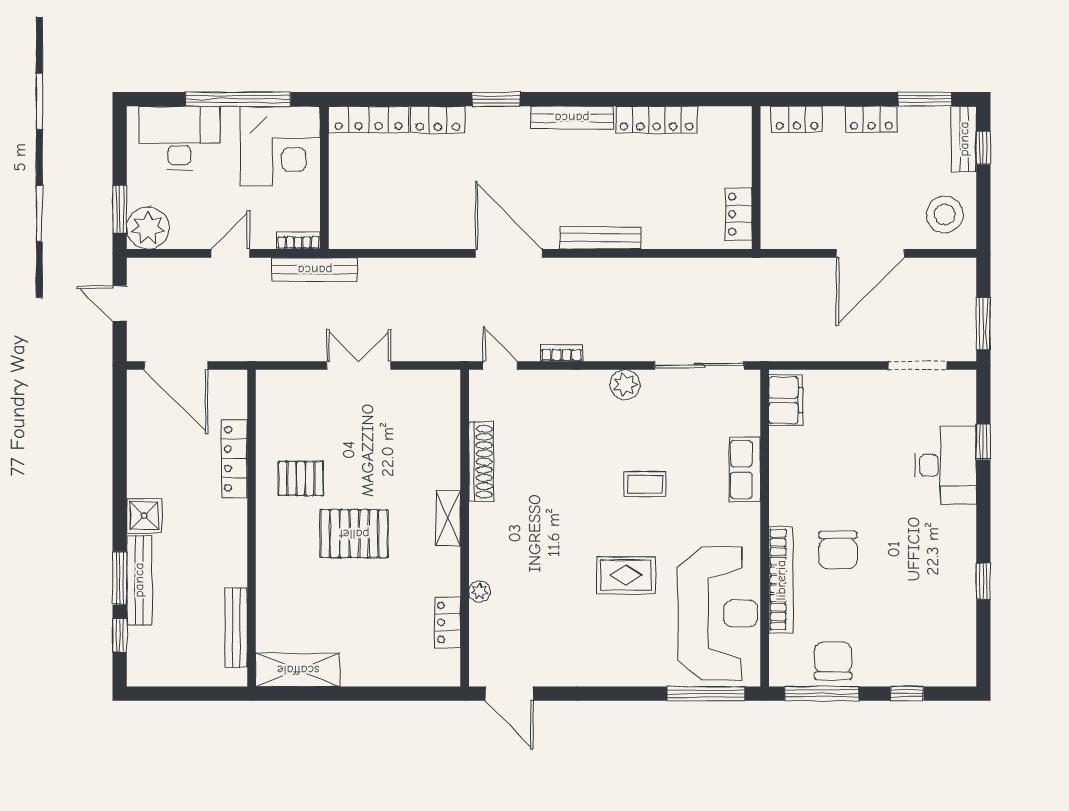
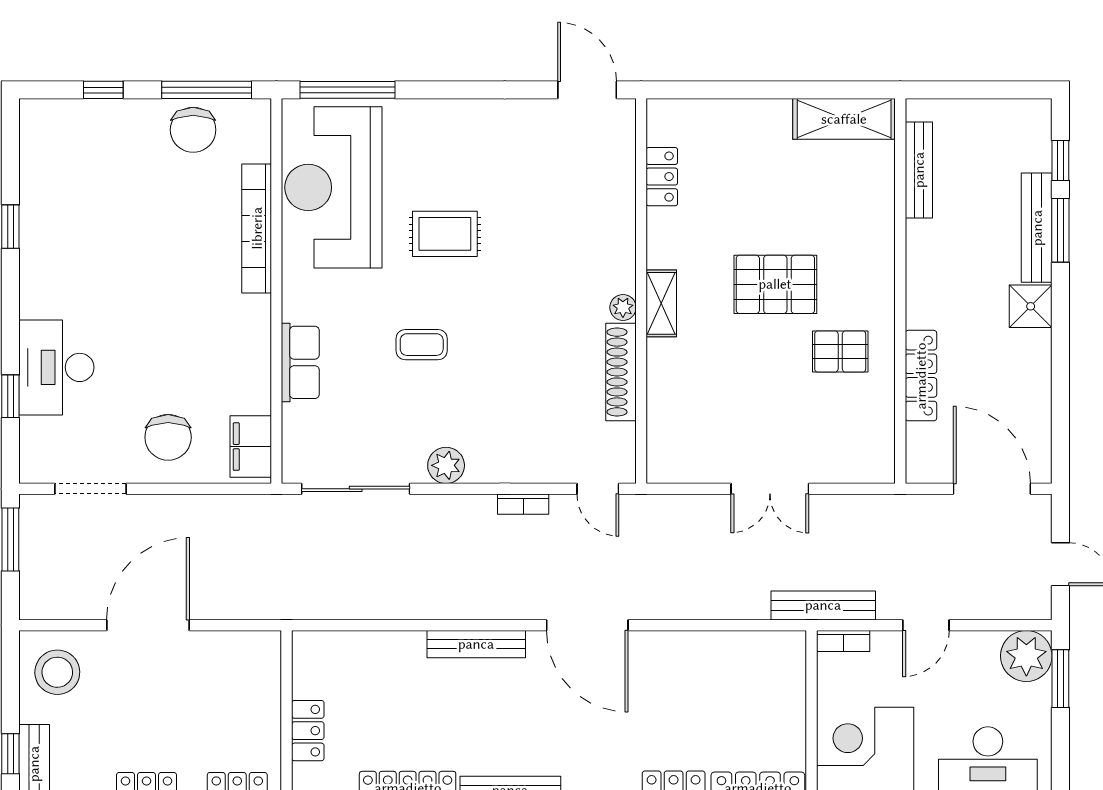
locker: (739, 214) -> (308, 731), moved
chair: (838, 550) -> (168, 437), moved, turned 180
plant: (480, 592) -> (623, 307), moved

